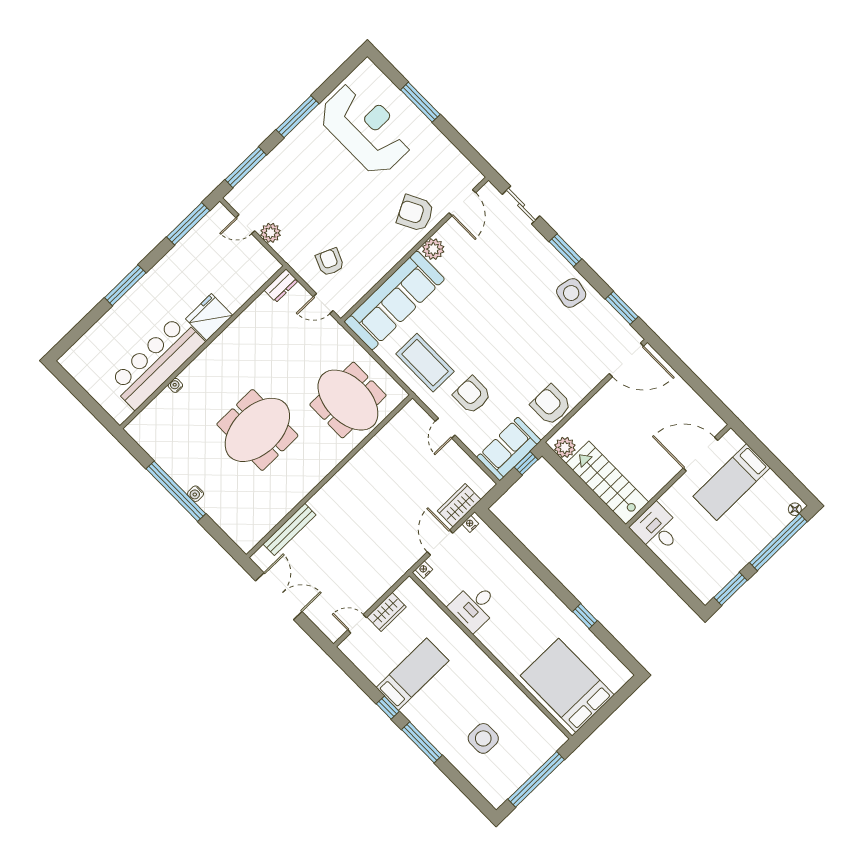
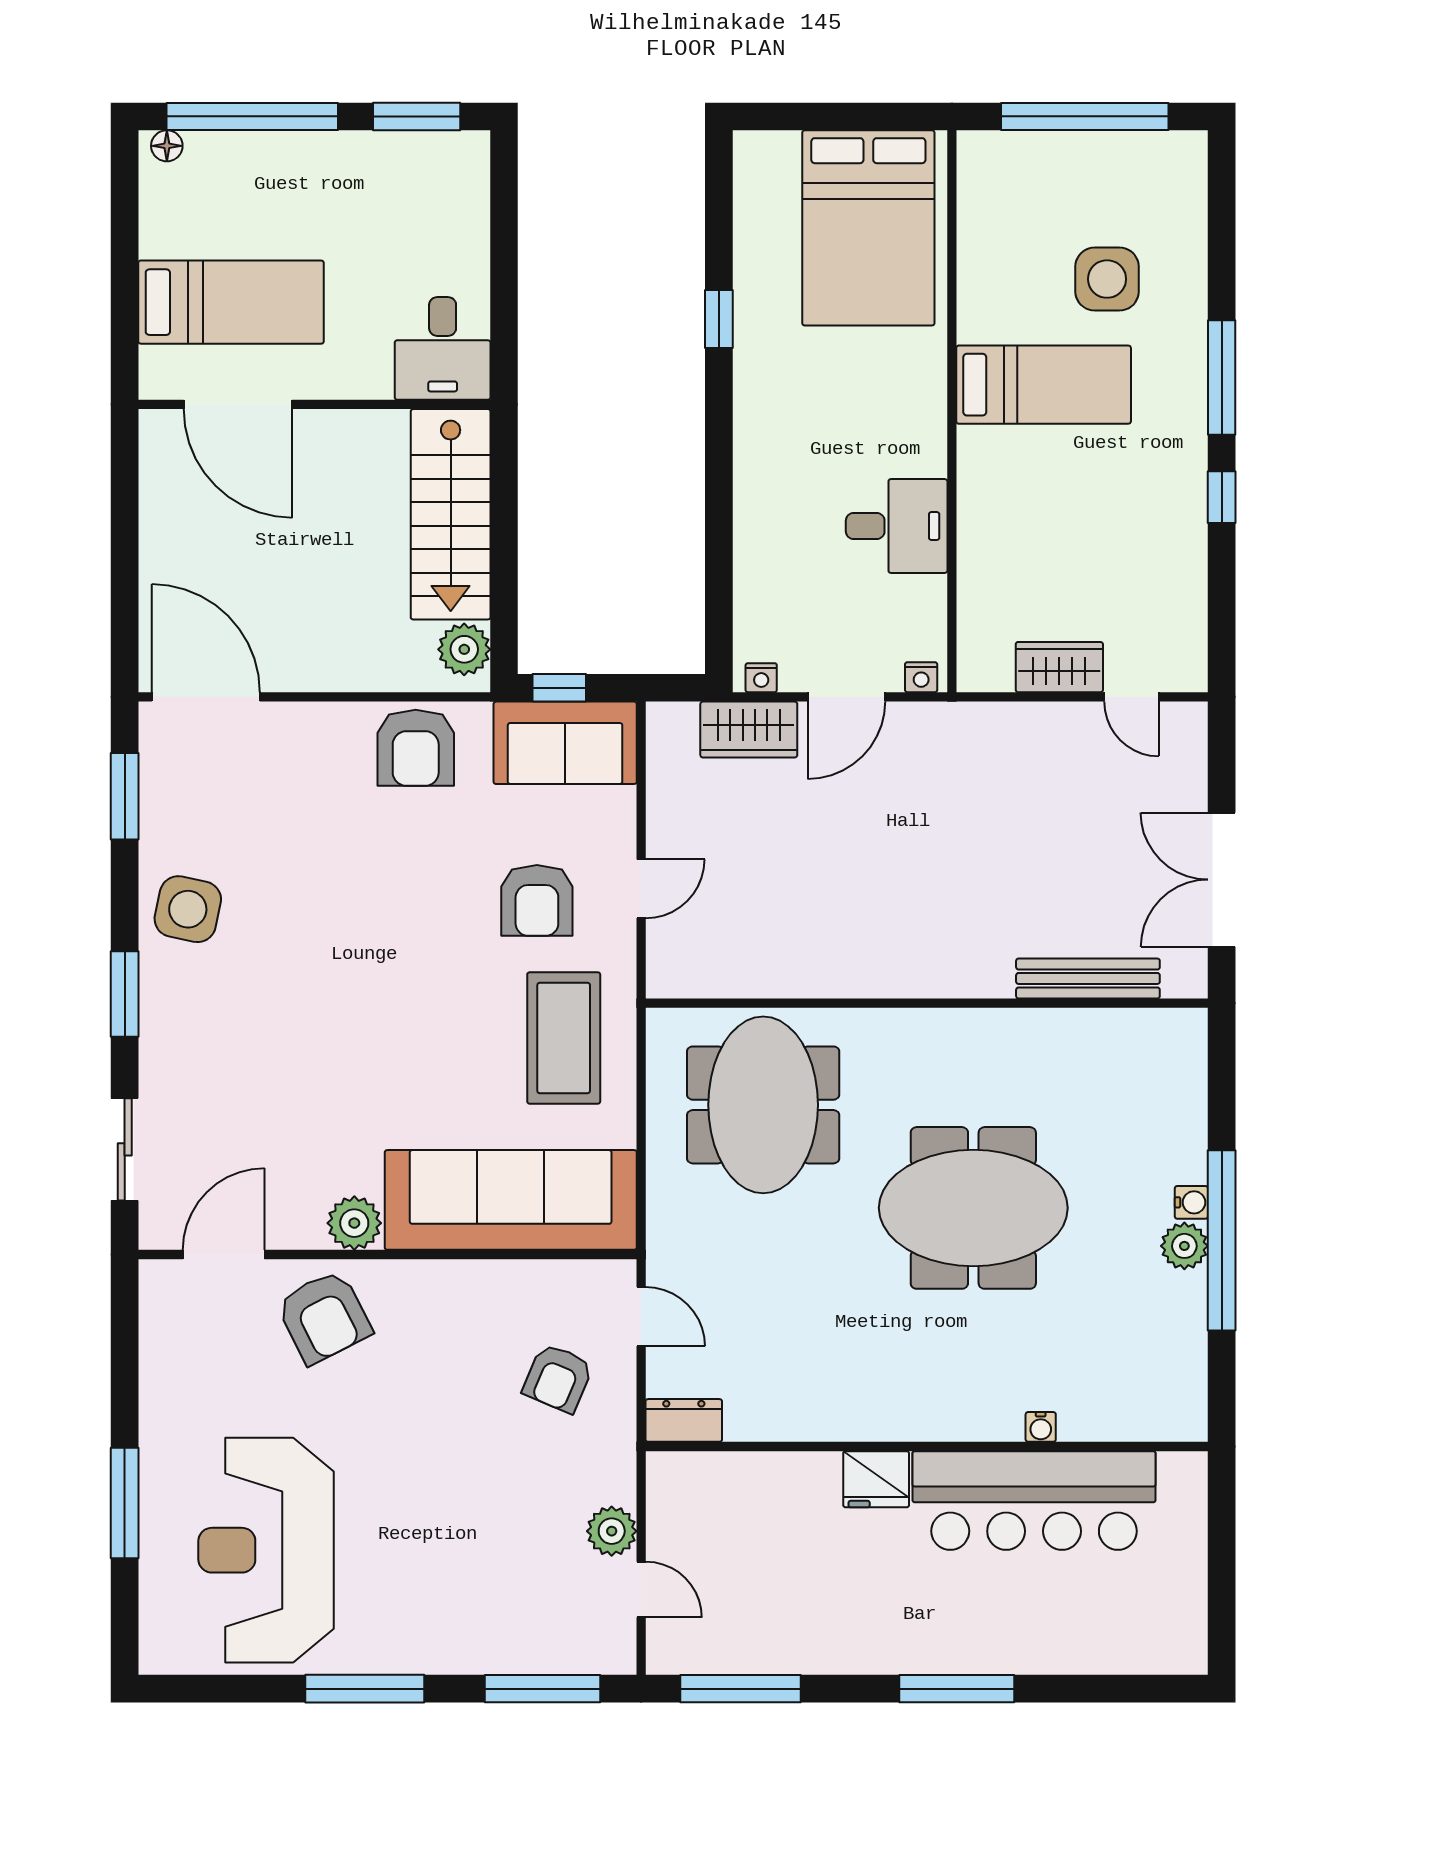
fridge: (209, 317) -> (876, 1479), width x0.73, depth x0.75
plant: (185, 479) -> (1184, 1246), added
bed: (412, 674) -> (1044, 385), moved, turned 180

